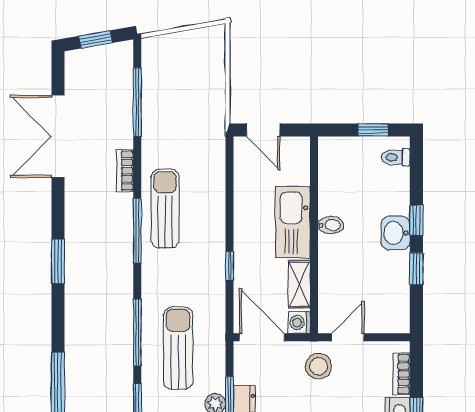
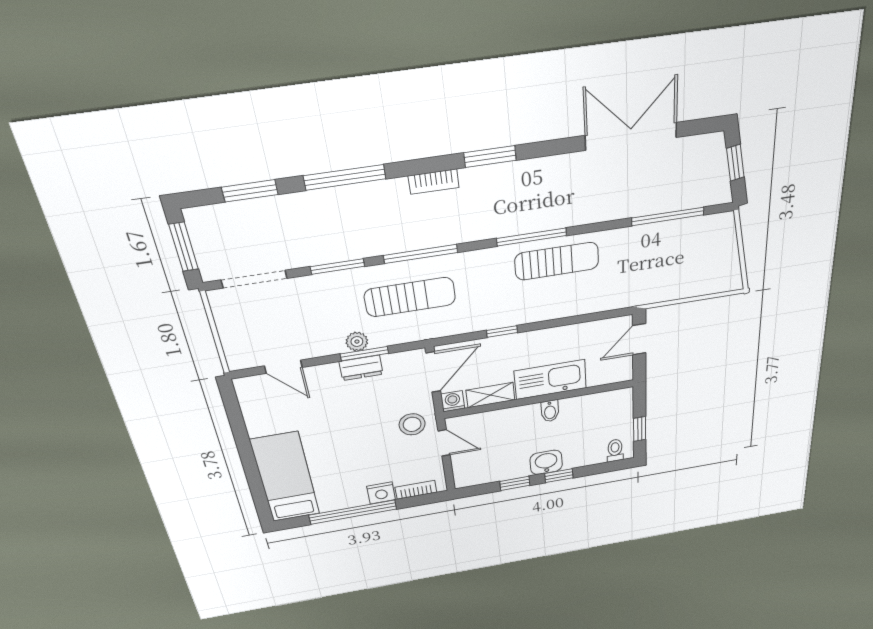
bookcase: (125, 171) -> (434, 182), moved, turned 180

